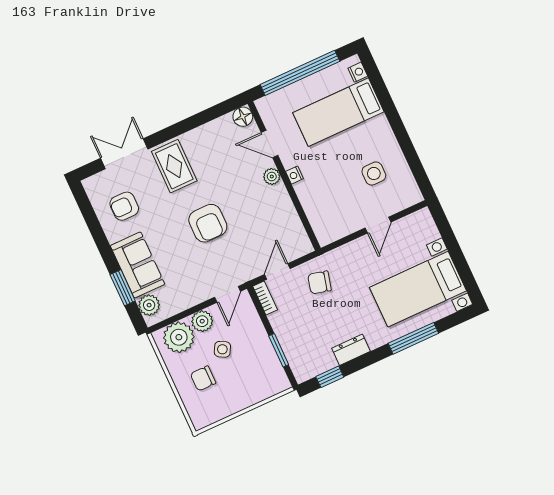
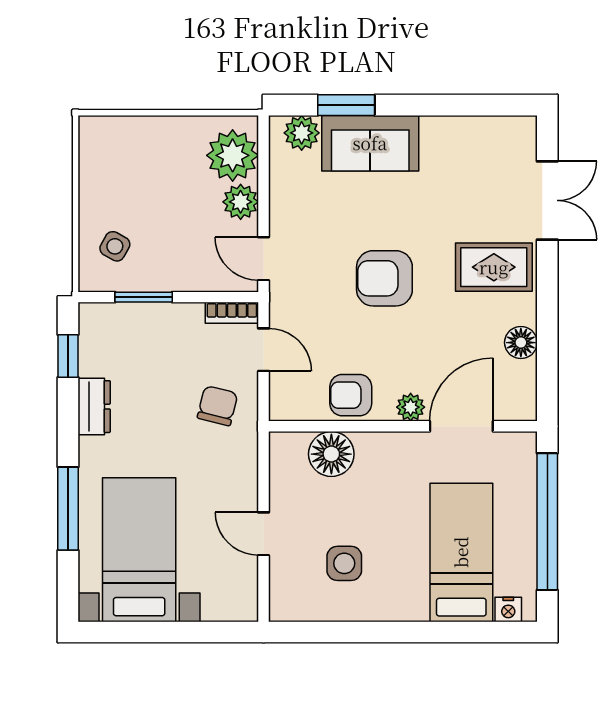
floor lamp: (243, 117) -> (521, 343), moved
door: (269, 144) -> (461, 426), width x1.38
nightstand: (294, 175) -> (397, 442), removed
armchair: (124, 206) -> (351, 395), moved, turned -90
floor lamp: (317, 208) -> (331, 454), added
side table: (222, 349) -> (115, 246), moved
chair: (203, 378) -> (154, 163), removed

